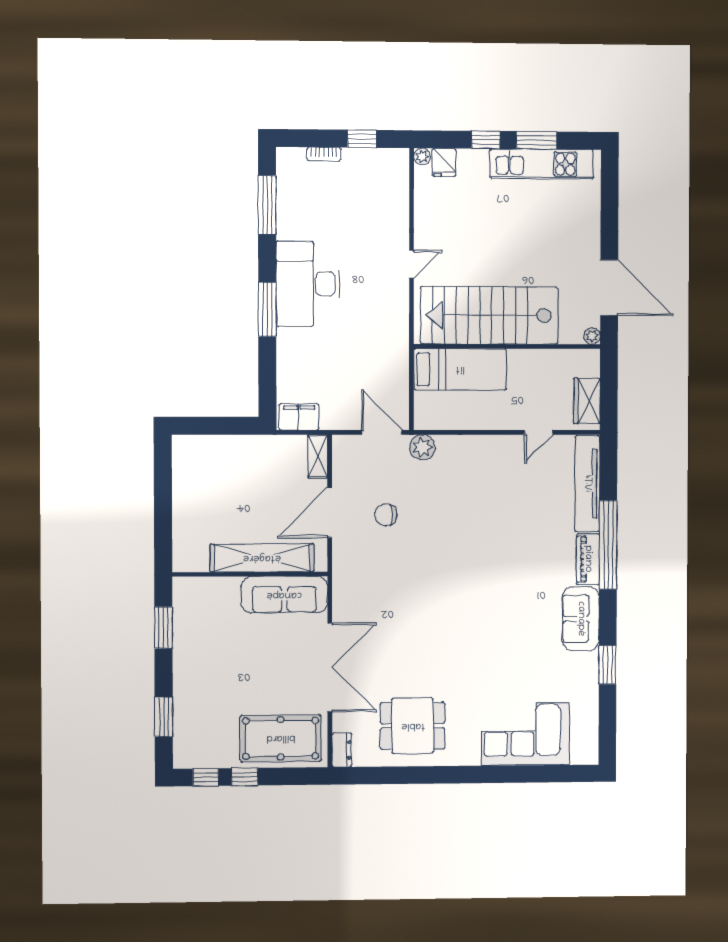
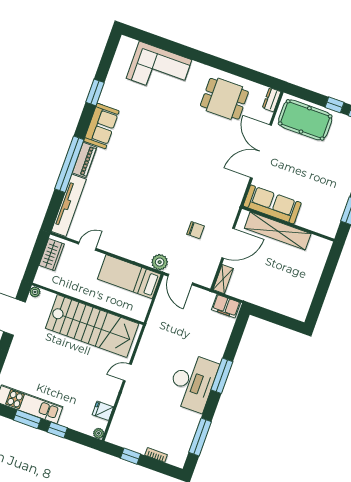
fridge: (444, 163) -> (103, 411), moved, turned -90
bed: (460, 369) -> (129, 277), moved

